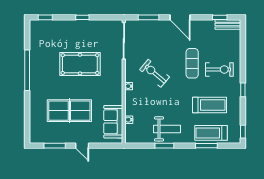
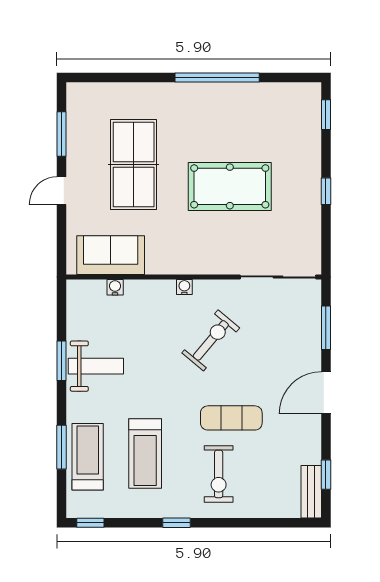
pool table: (80, 64) -> (230, 186), turned 90
weight bench: (167, 129) -> (96, 366), turned -90

